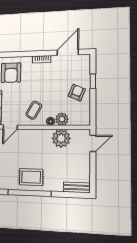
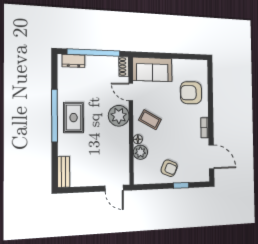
plant: (61, 138) -> (119, 116), moved

